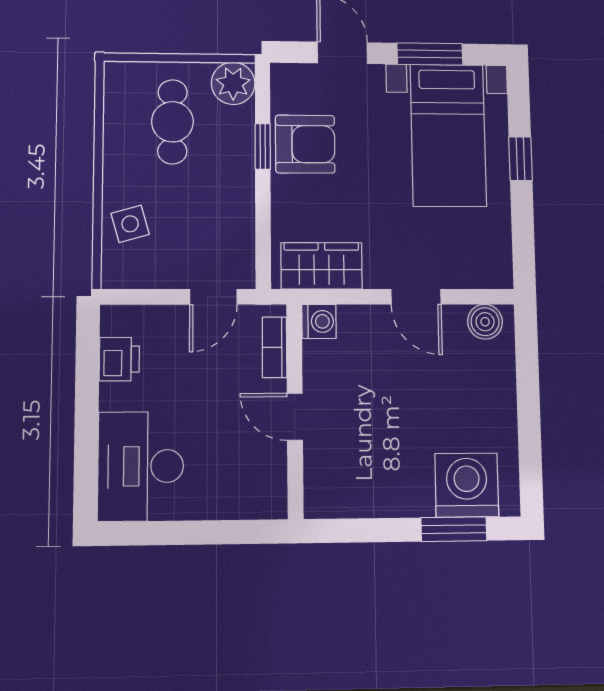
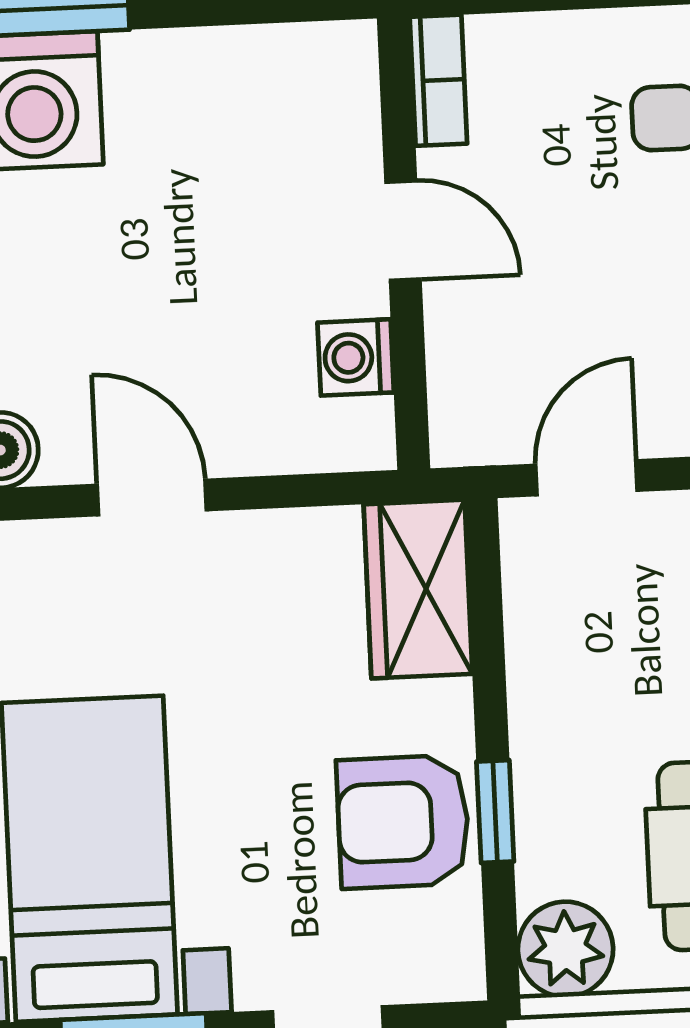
wardrobe: (322, 266) -> (418, 589), moved, turned 90
washing machine: (319, 321) -> (356, 357), moved
bookcase: (275, 347) -> (438, 80), moved

